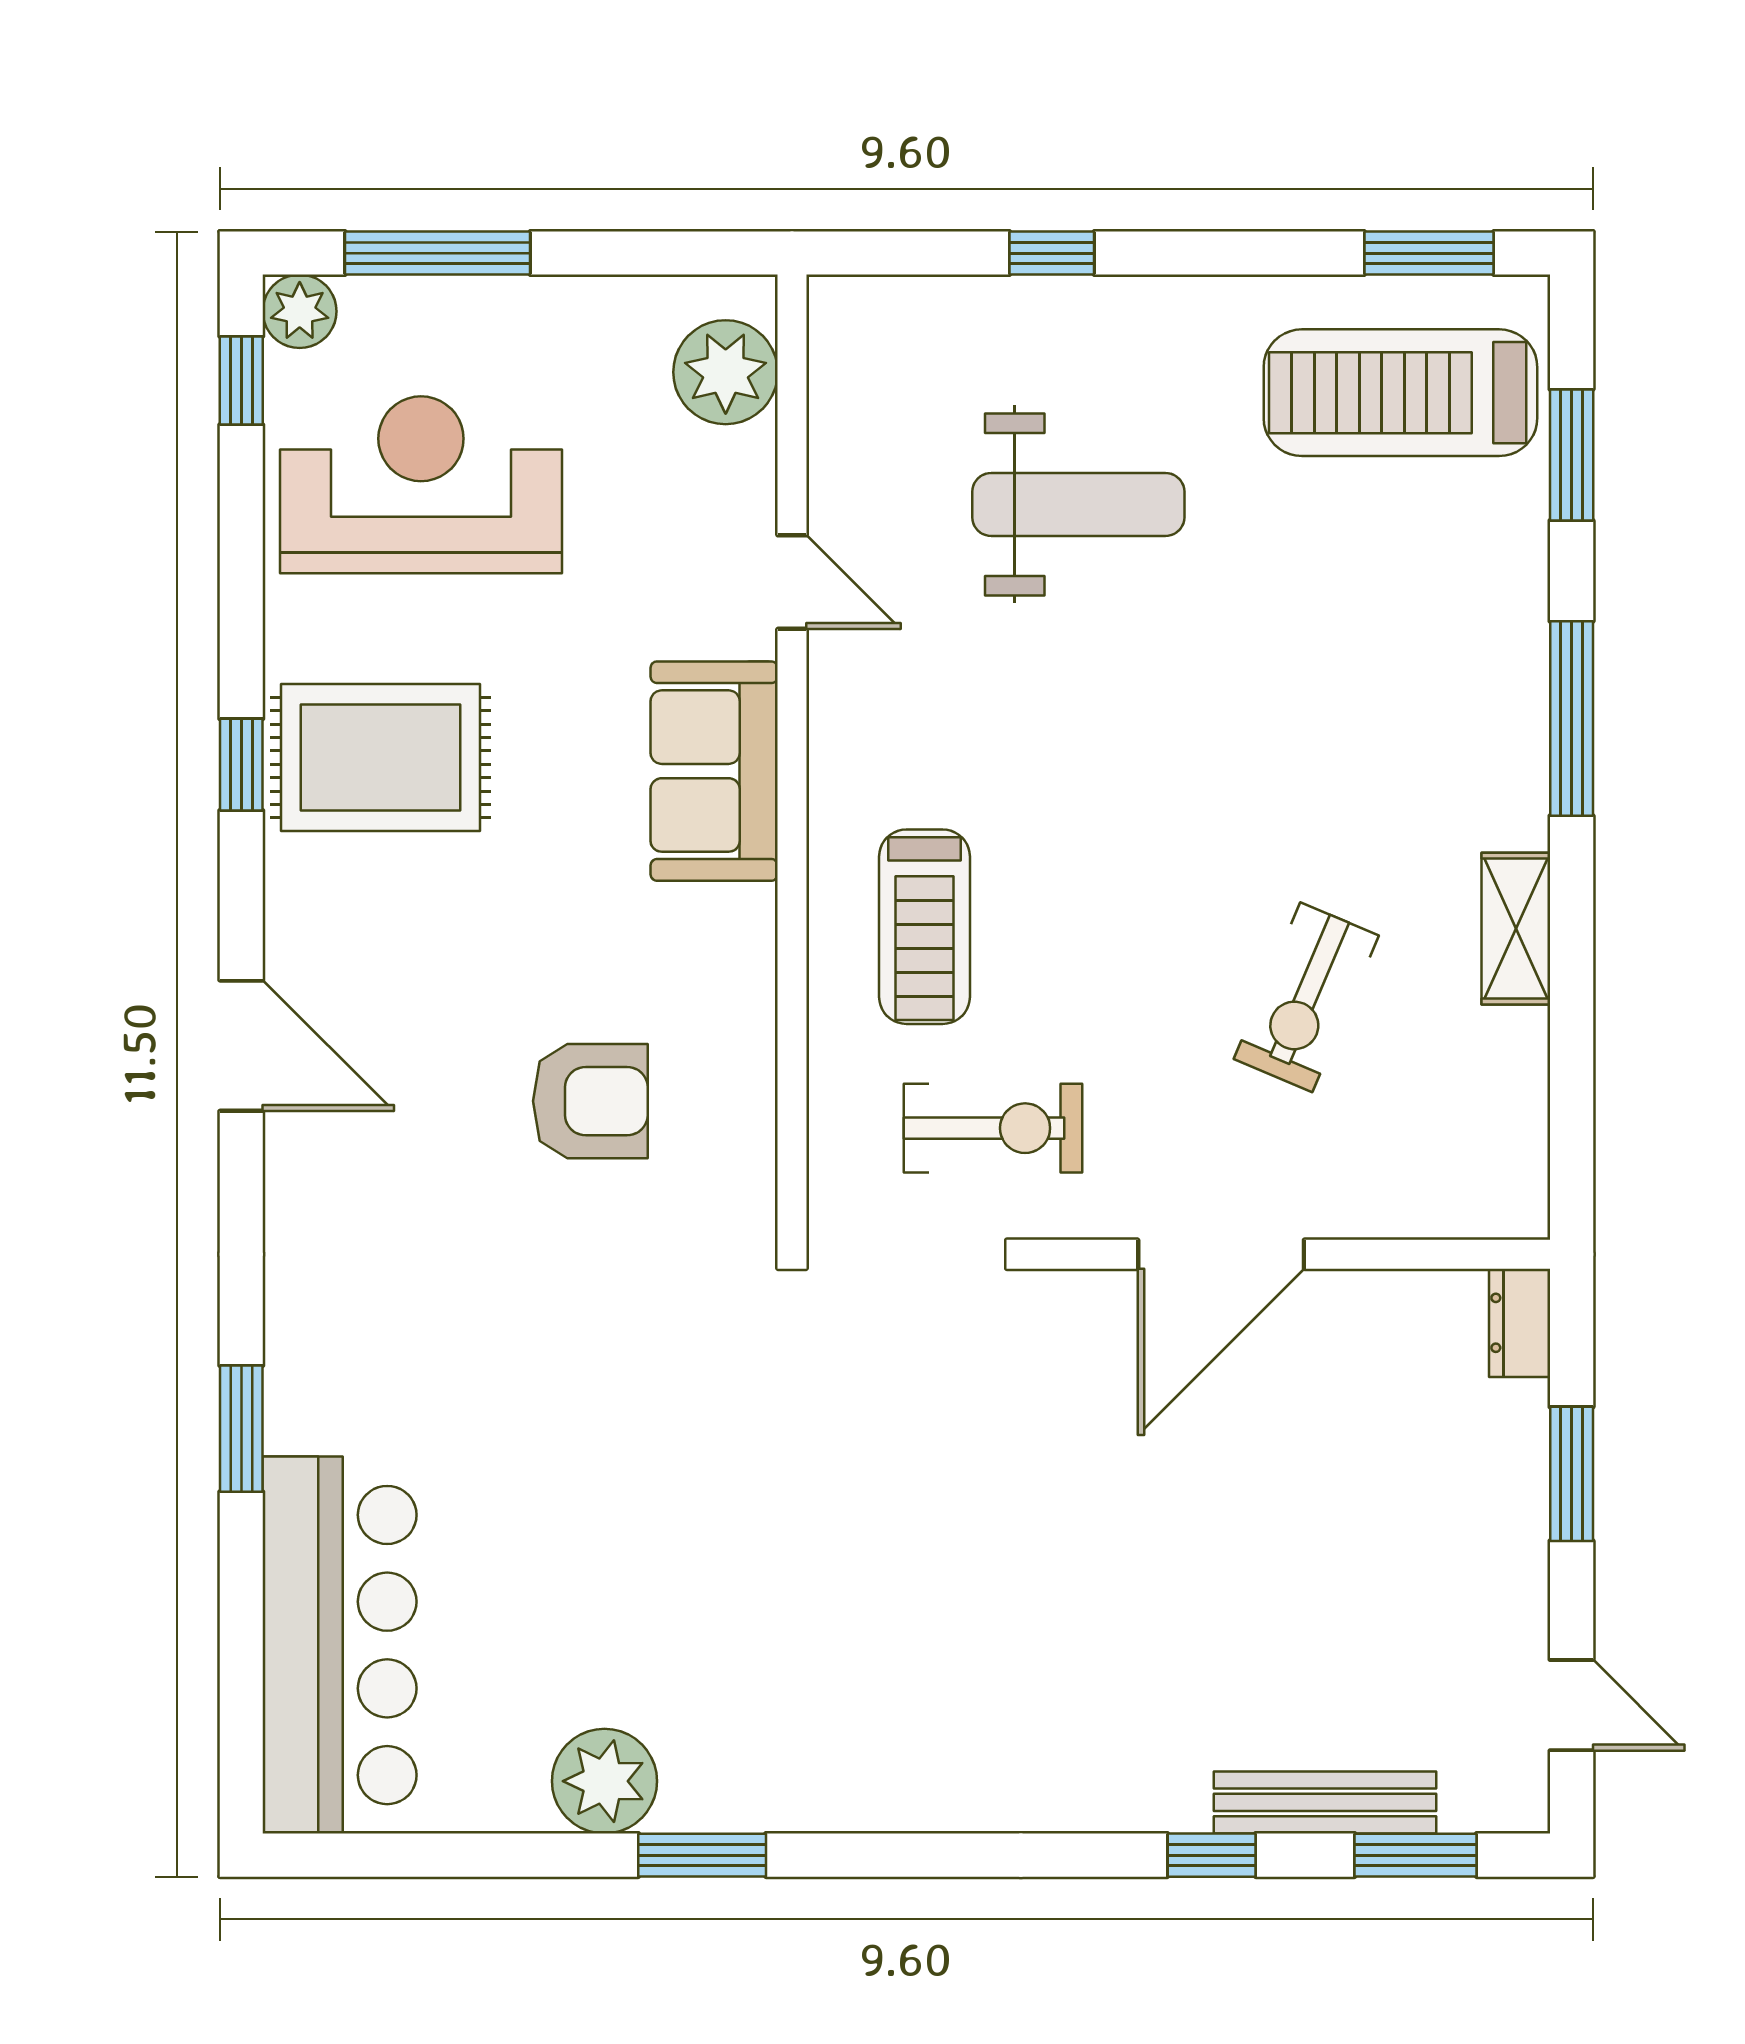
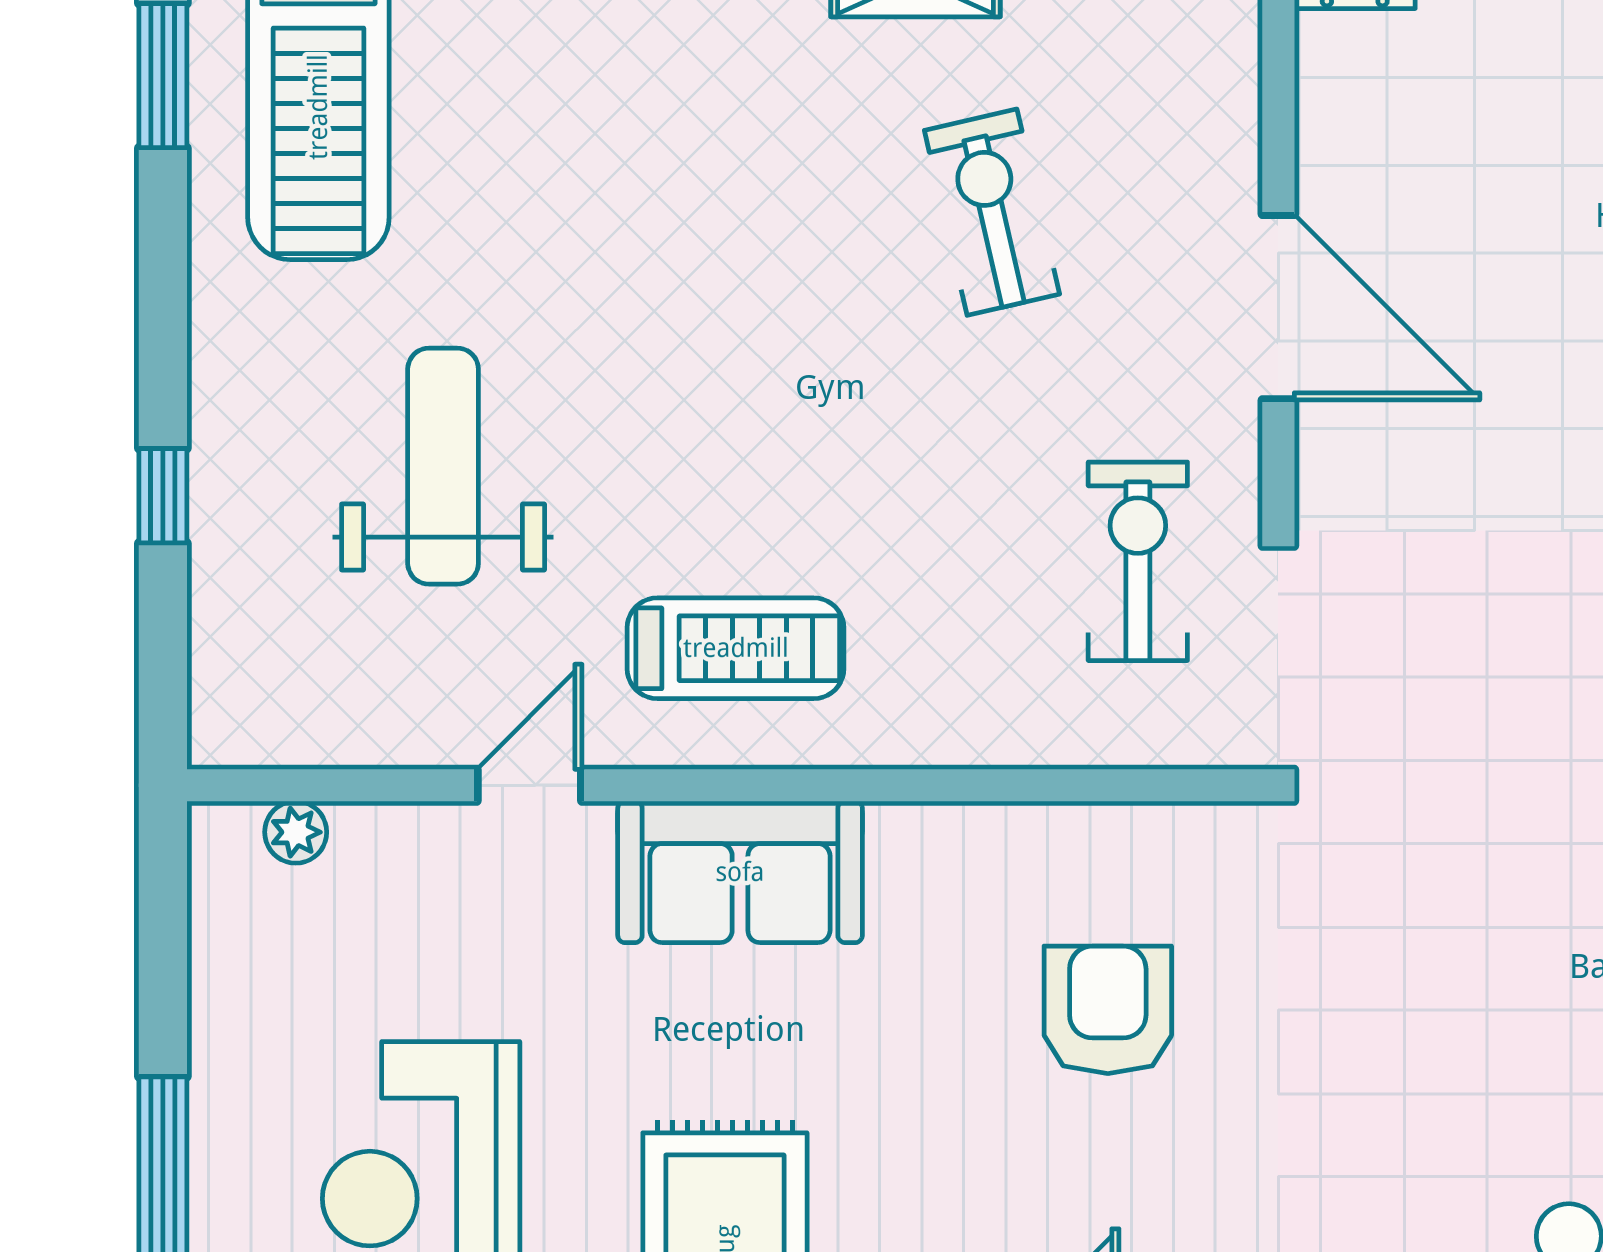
plant: (726, 372) -> (296, 832), width x0.53, depth x0.53
treadmill: (925, 927) -> (736, 648), moved
exercise bike: (1306, 997) -> (992, 212), turned -126

